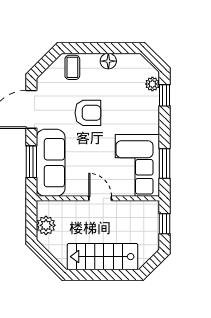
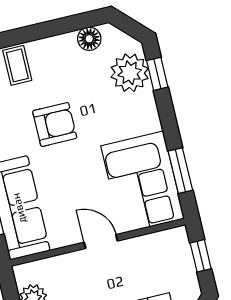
floor lamp: (108, 61) -> (89, 39), moved
plant: (152, 84) -> (130, 73), width x1.88, depth x1.88

